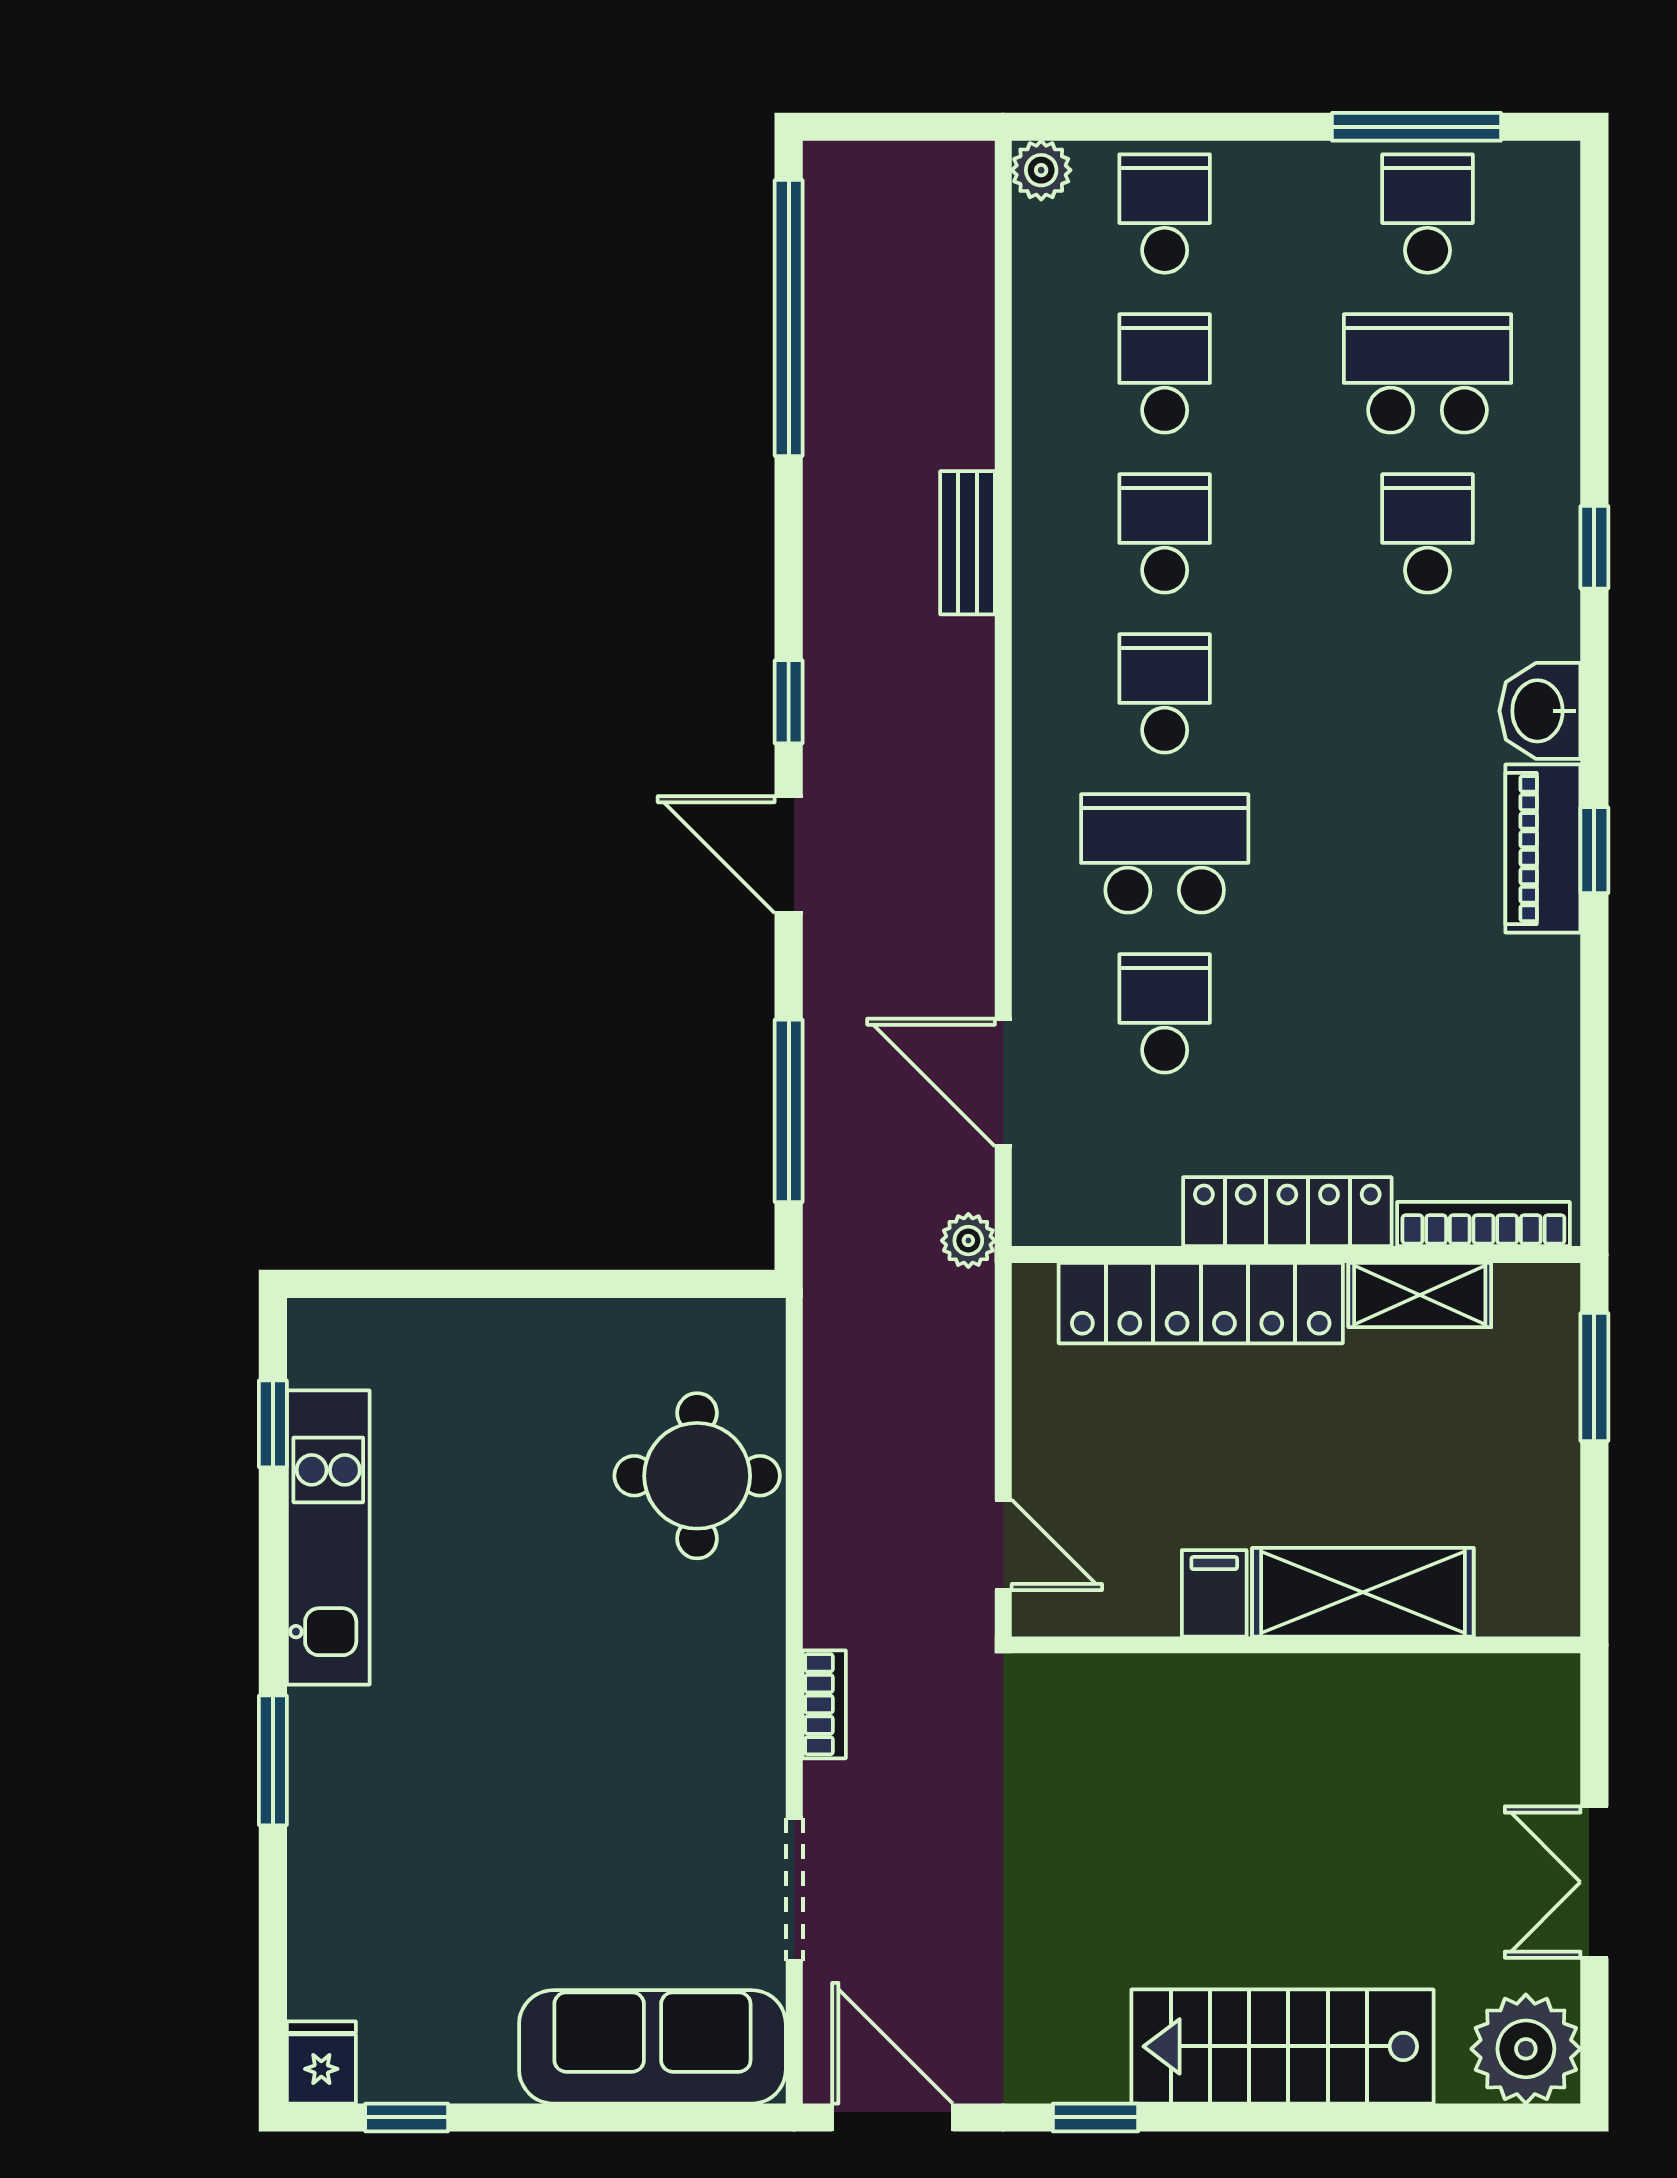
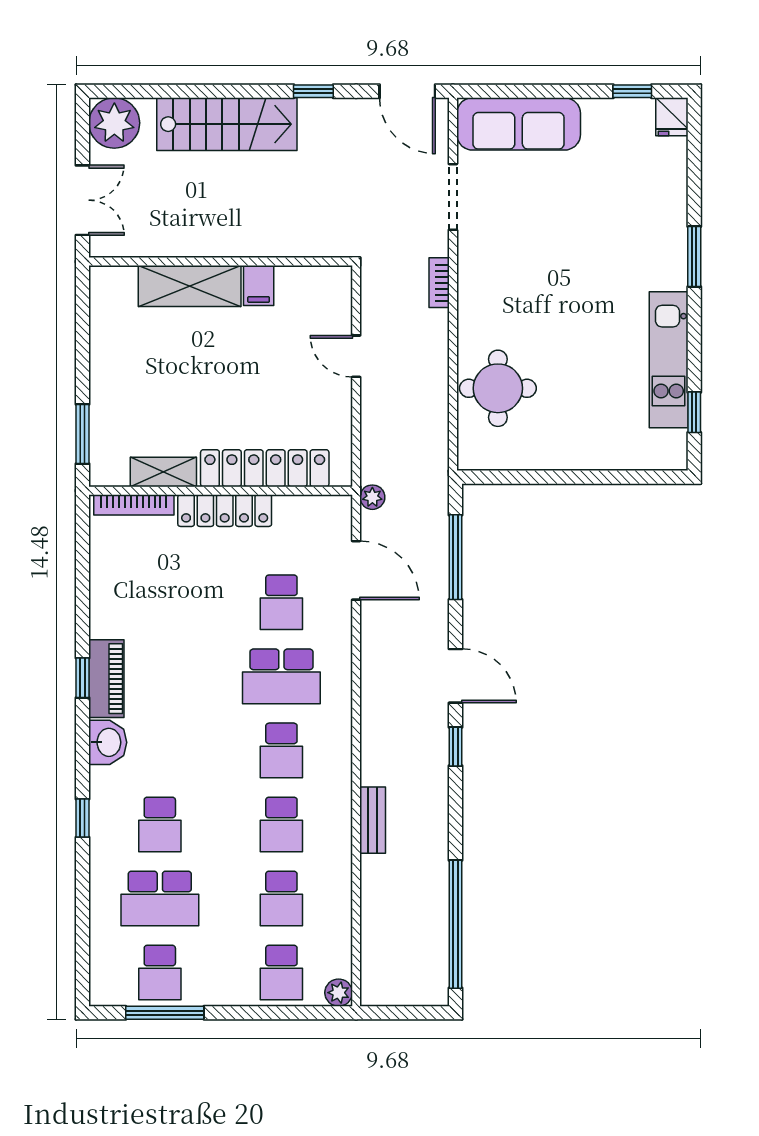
shelving: (1363, 1592) -> (190, 286), moved
filing cabinet: (1214, 1593) -> (259, 285), moved
wall: (1296, 1645) -> (221, 262), moved

